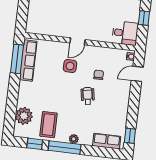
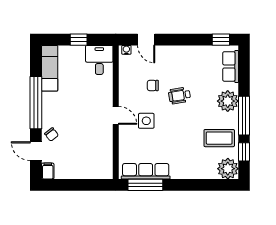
plant: (24, 116) -> (228, 169), moved
plant: (74, 139) -> (228, 101), width x1.88, depth x1.88

